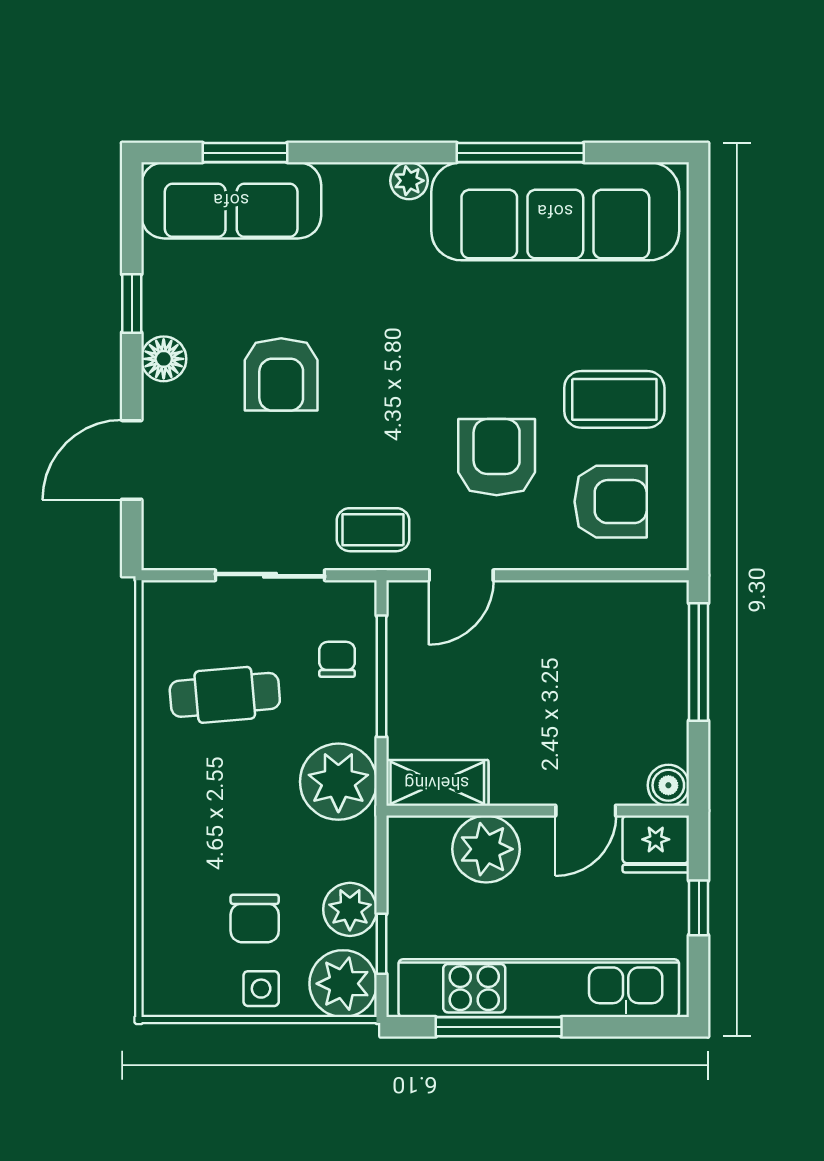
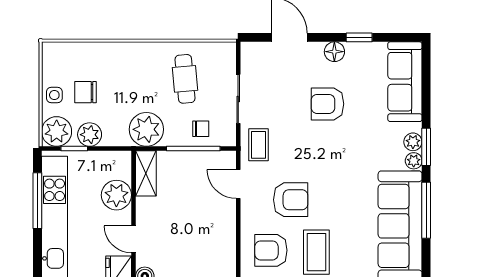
window: (245, 153) -> (426, 147), moved
plant: (366, 182) -> (413, 142), added
armchair: (611, 502) -> (271, 250), turned 90

